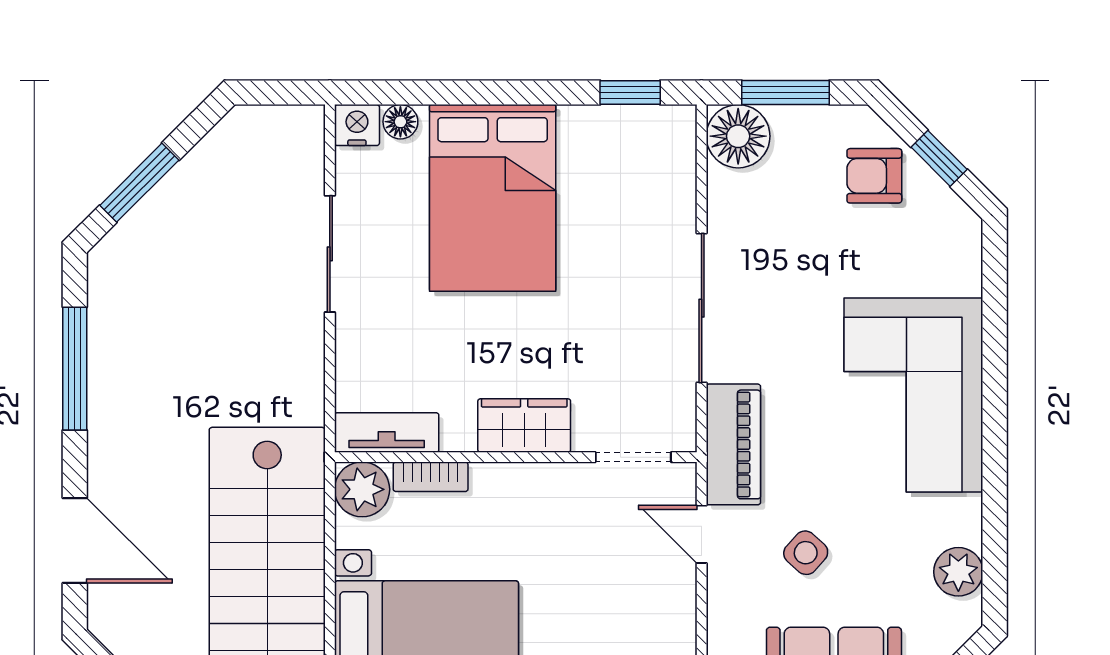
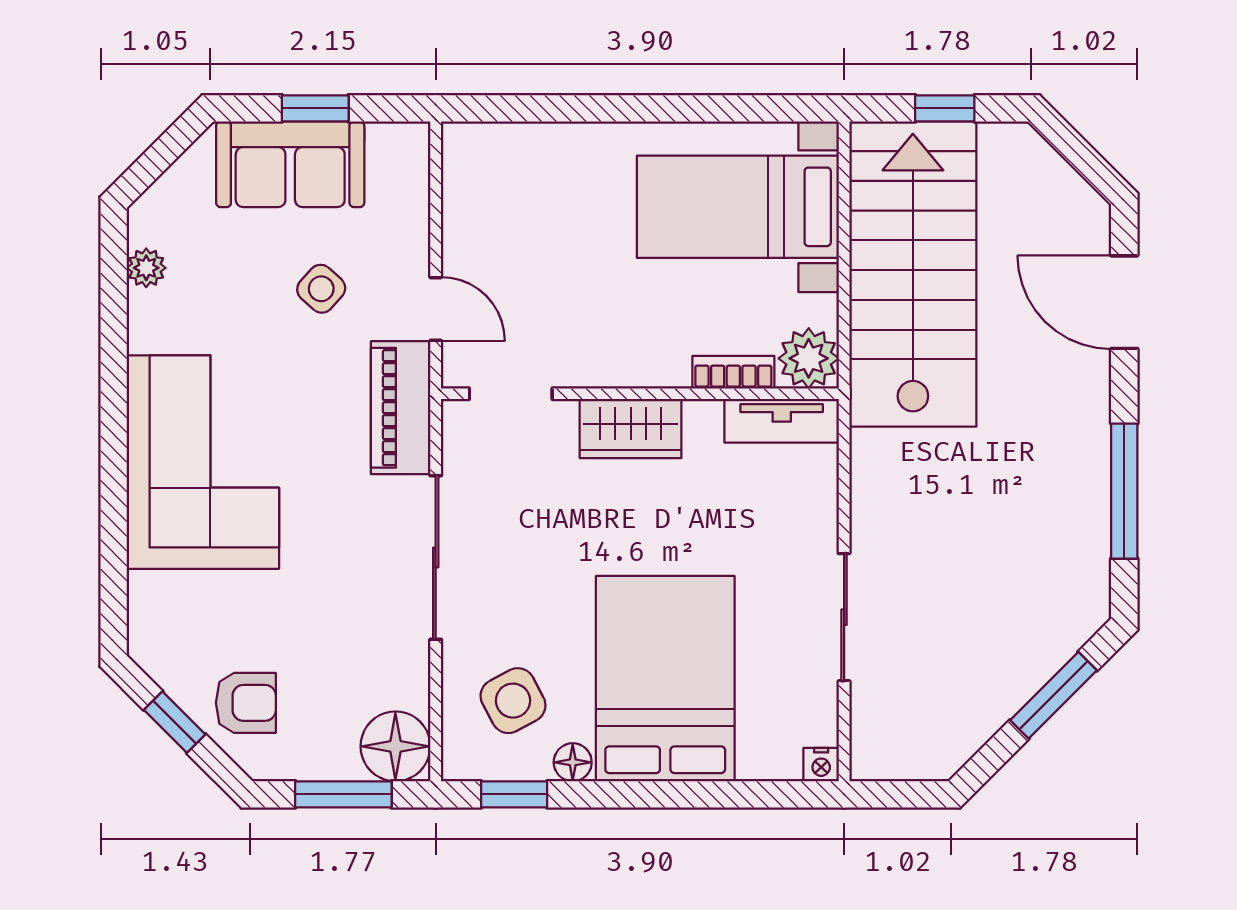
floor lamp: (400, 122) -> (573, 762), moved
nightstand: (357, 125) -> (821, 765), width x0.72, depth x0.74
side table: (631, 178) -> (513, 701), added
plant: (958, 572) -> (146, 268), width x0.73, depth x0.73

